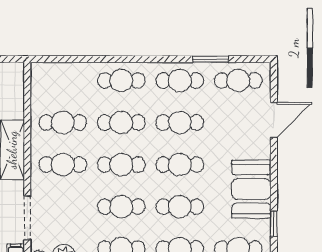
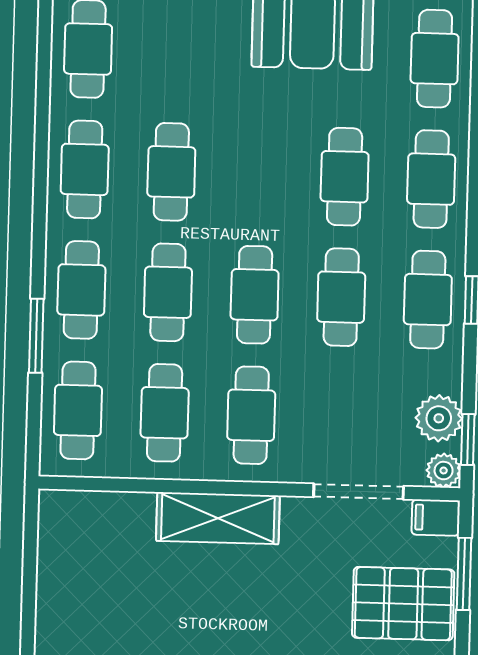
window: (211, 59) -> (36, 336), moved
cafe table: (180, 165) -> (78, 410), moved

